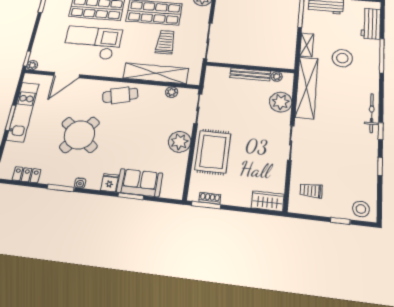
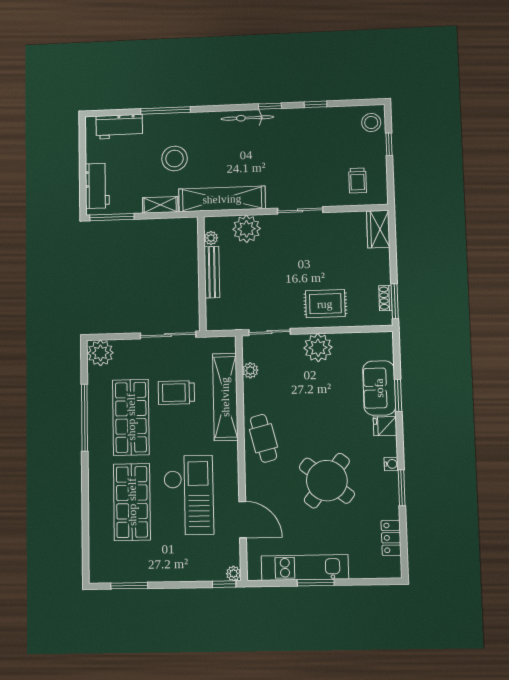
checkout: (92, 43) -> (189, 495), turned 180
rug: (213, 152) -> (325, 304), width x0.73, depth x0.70

